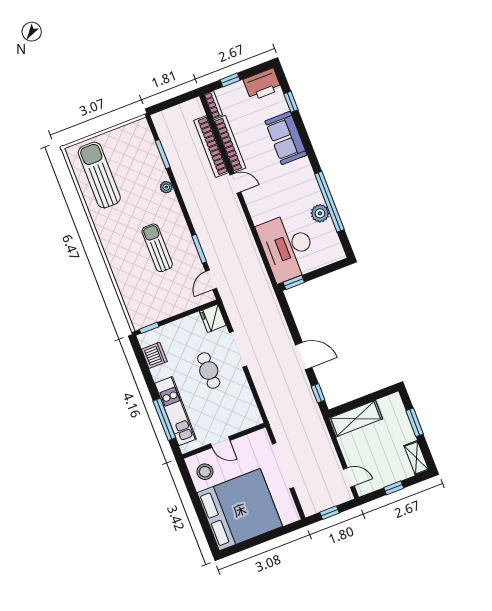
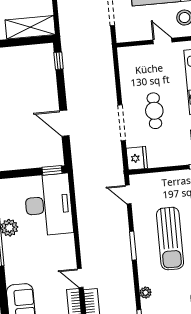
sun lounger: (157, 248) -> (170, 239), width x1.36, depth x1.34
window: (199, 249) -> (133, 246), moved
door: (211, 280) -> (128, 195), swing flipped
door: (304, 356) -> (64, 123), moved

